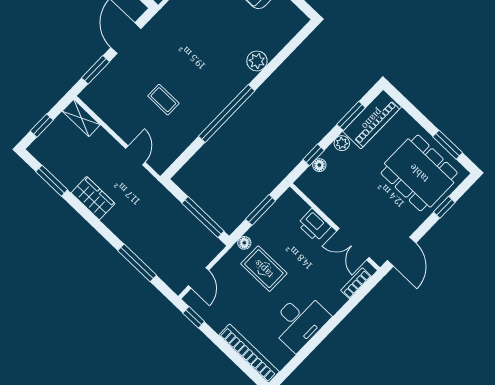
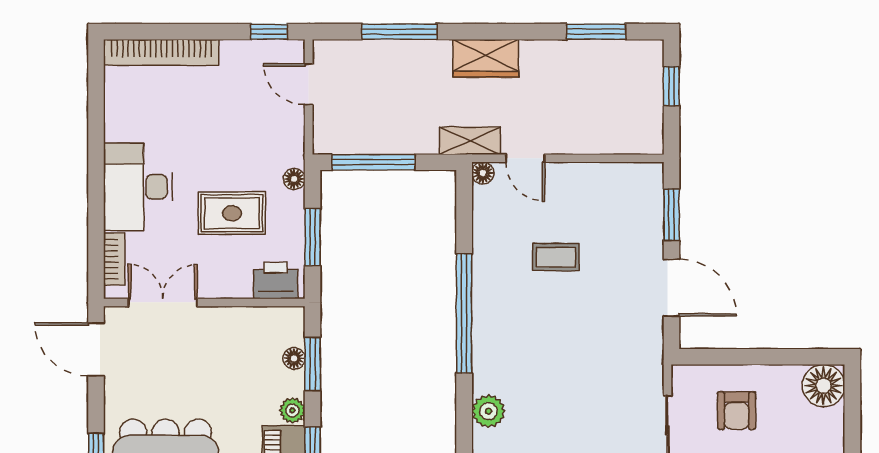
shelving: (81, 118) -> (470, 141), moved
window: (314, 155) -> (313, 364), width x1.50
floor lamp: (160, 167) -> (483, 173), added
wardrobe: (93, 198) -> (486, 58), moved
printer: (314, 225) -> (275, 280), moved
rug: (264, 269) -> (232, 213), moved
desk: (299, 321) -> (138, 187), moved

